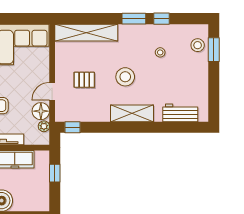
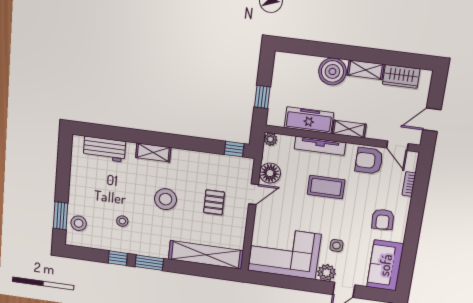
pallet: (84, 80) -> (214, 202), turned 90
shelving: (132, 113) -> (153, 152), width x0.67, depth x0.75
plant: (44, 126) -> (270, 139), moved

